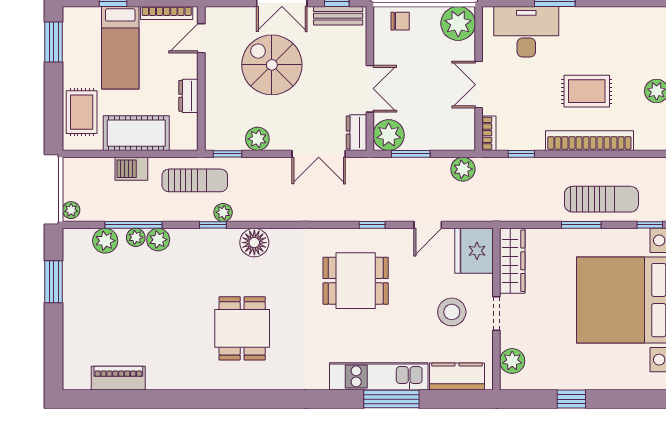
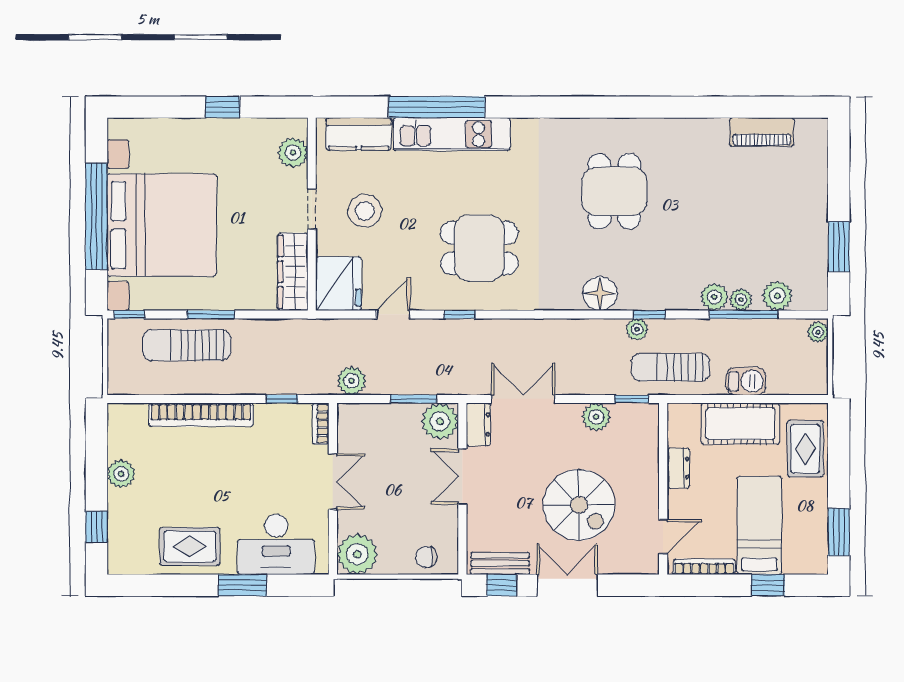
rug: (587, 91) -> (190, 546), moved
window: (391, 399) -> (437, 107), width x1.46

